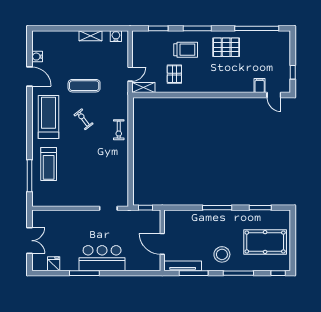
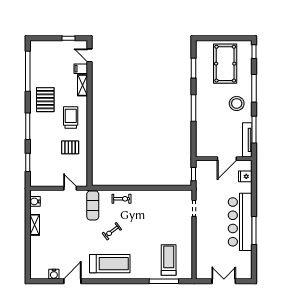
trolley: (186, 50) -> (71, 117), moved
exercise mat: (84, 86) -> (93, 205), moved
shelving: (143, 88) -> (83, 85), moved
door: (274, 95) -> (89, 55), swing flipped
treadmill: (49, 117) -> (110, 264), turned 180
treadmill: (49, 164) -> (169, 260), moved, turned -90
bar counter: (102, 258) -> (240, 222), width x1.36
fridge: (54, 264) -> (245, 176), moved

